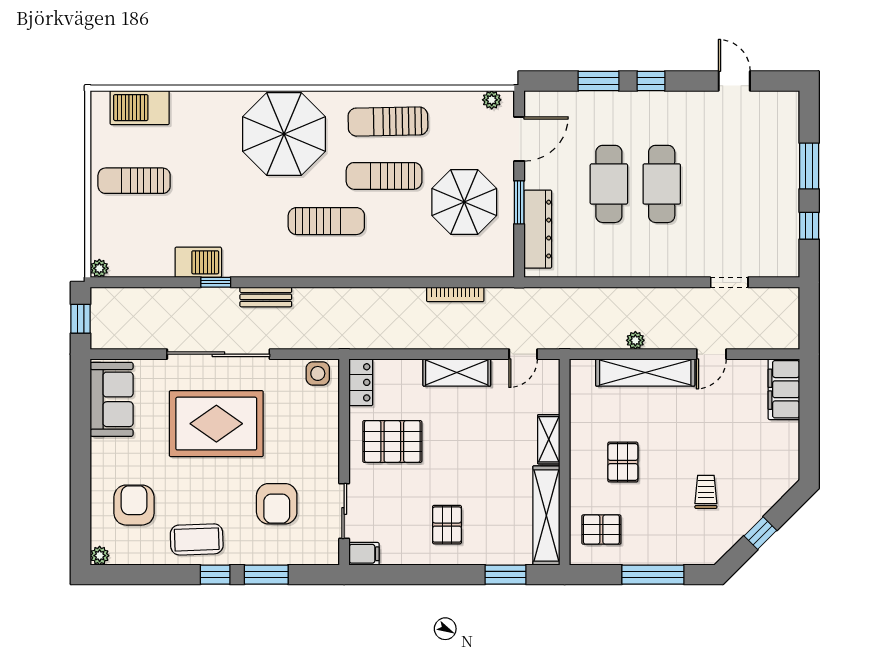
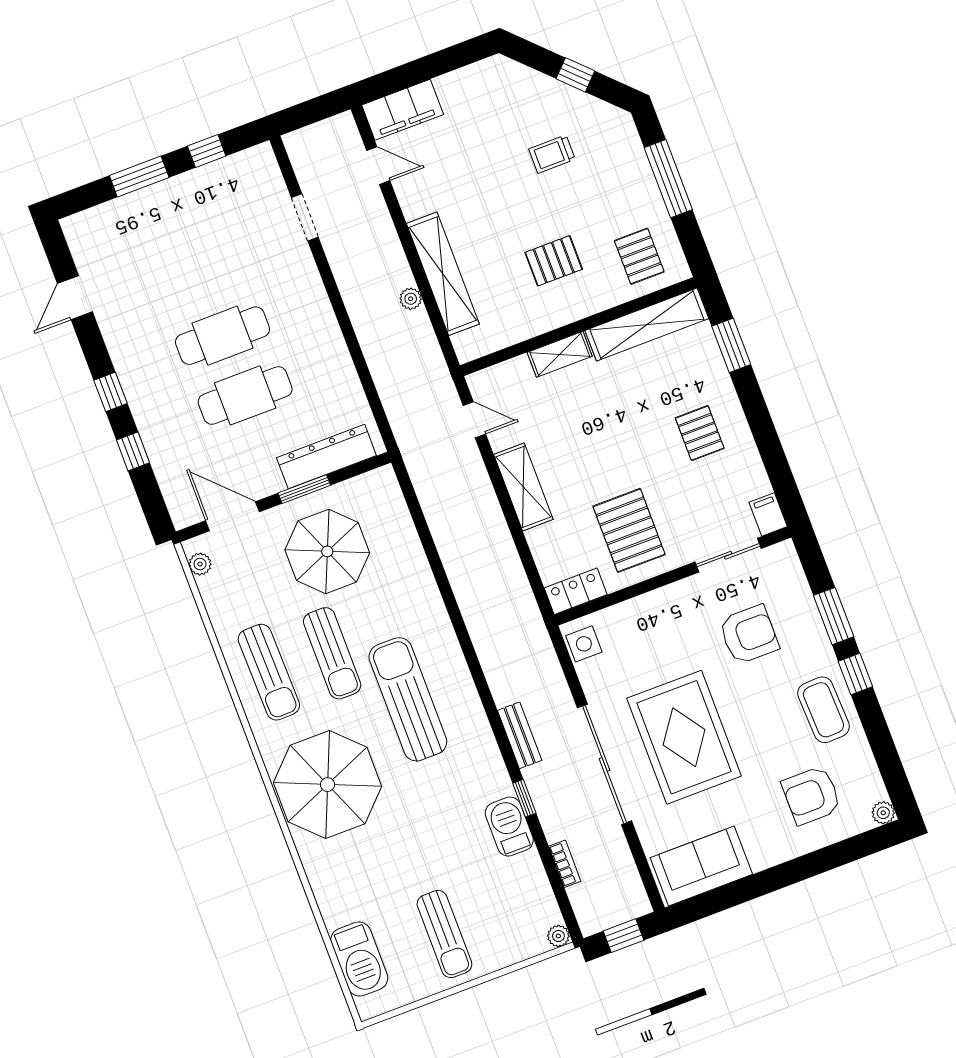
window: (598, 81) -> (133, 451), width x0.67
sun lounger: (326, 221) -> (408, 699), width x1.36, depth x1.34
bookcase: (455, 294) -> (565, 864), moved, width x0.64
door: (711, 354) -> (378, 166), moved
pallet: (447, 525) -> (700, 433), turned 90

